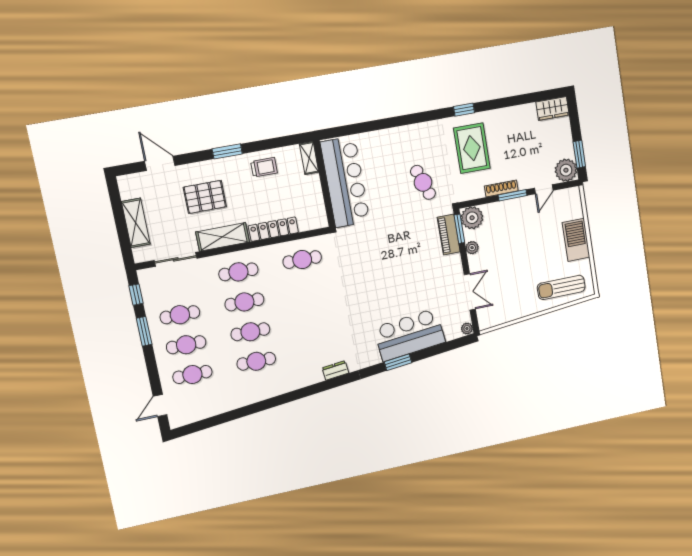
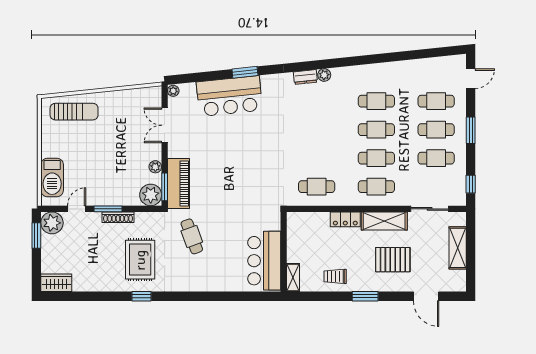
bar counter: (345, 182) -> (264, 261), width x0.73
locker: (273, 229) -> (345, 219), width x0.66
piano: (449, 235) -> (178, 184), width x1.37, depth x1.33
barbecue: (576, 240) -> (52, 177), moved
window: (144, 331) -> (471, 130), moved
plant: (316, 377) -> (324, 75), added

